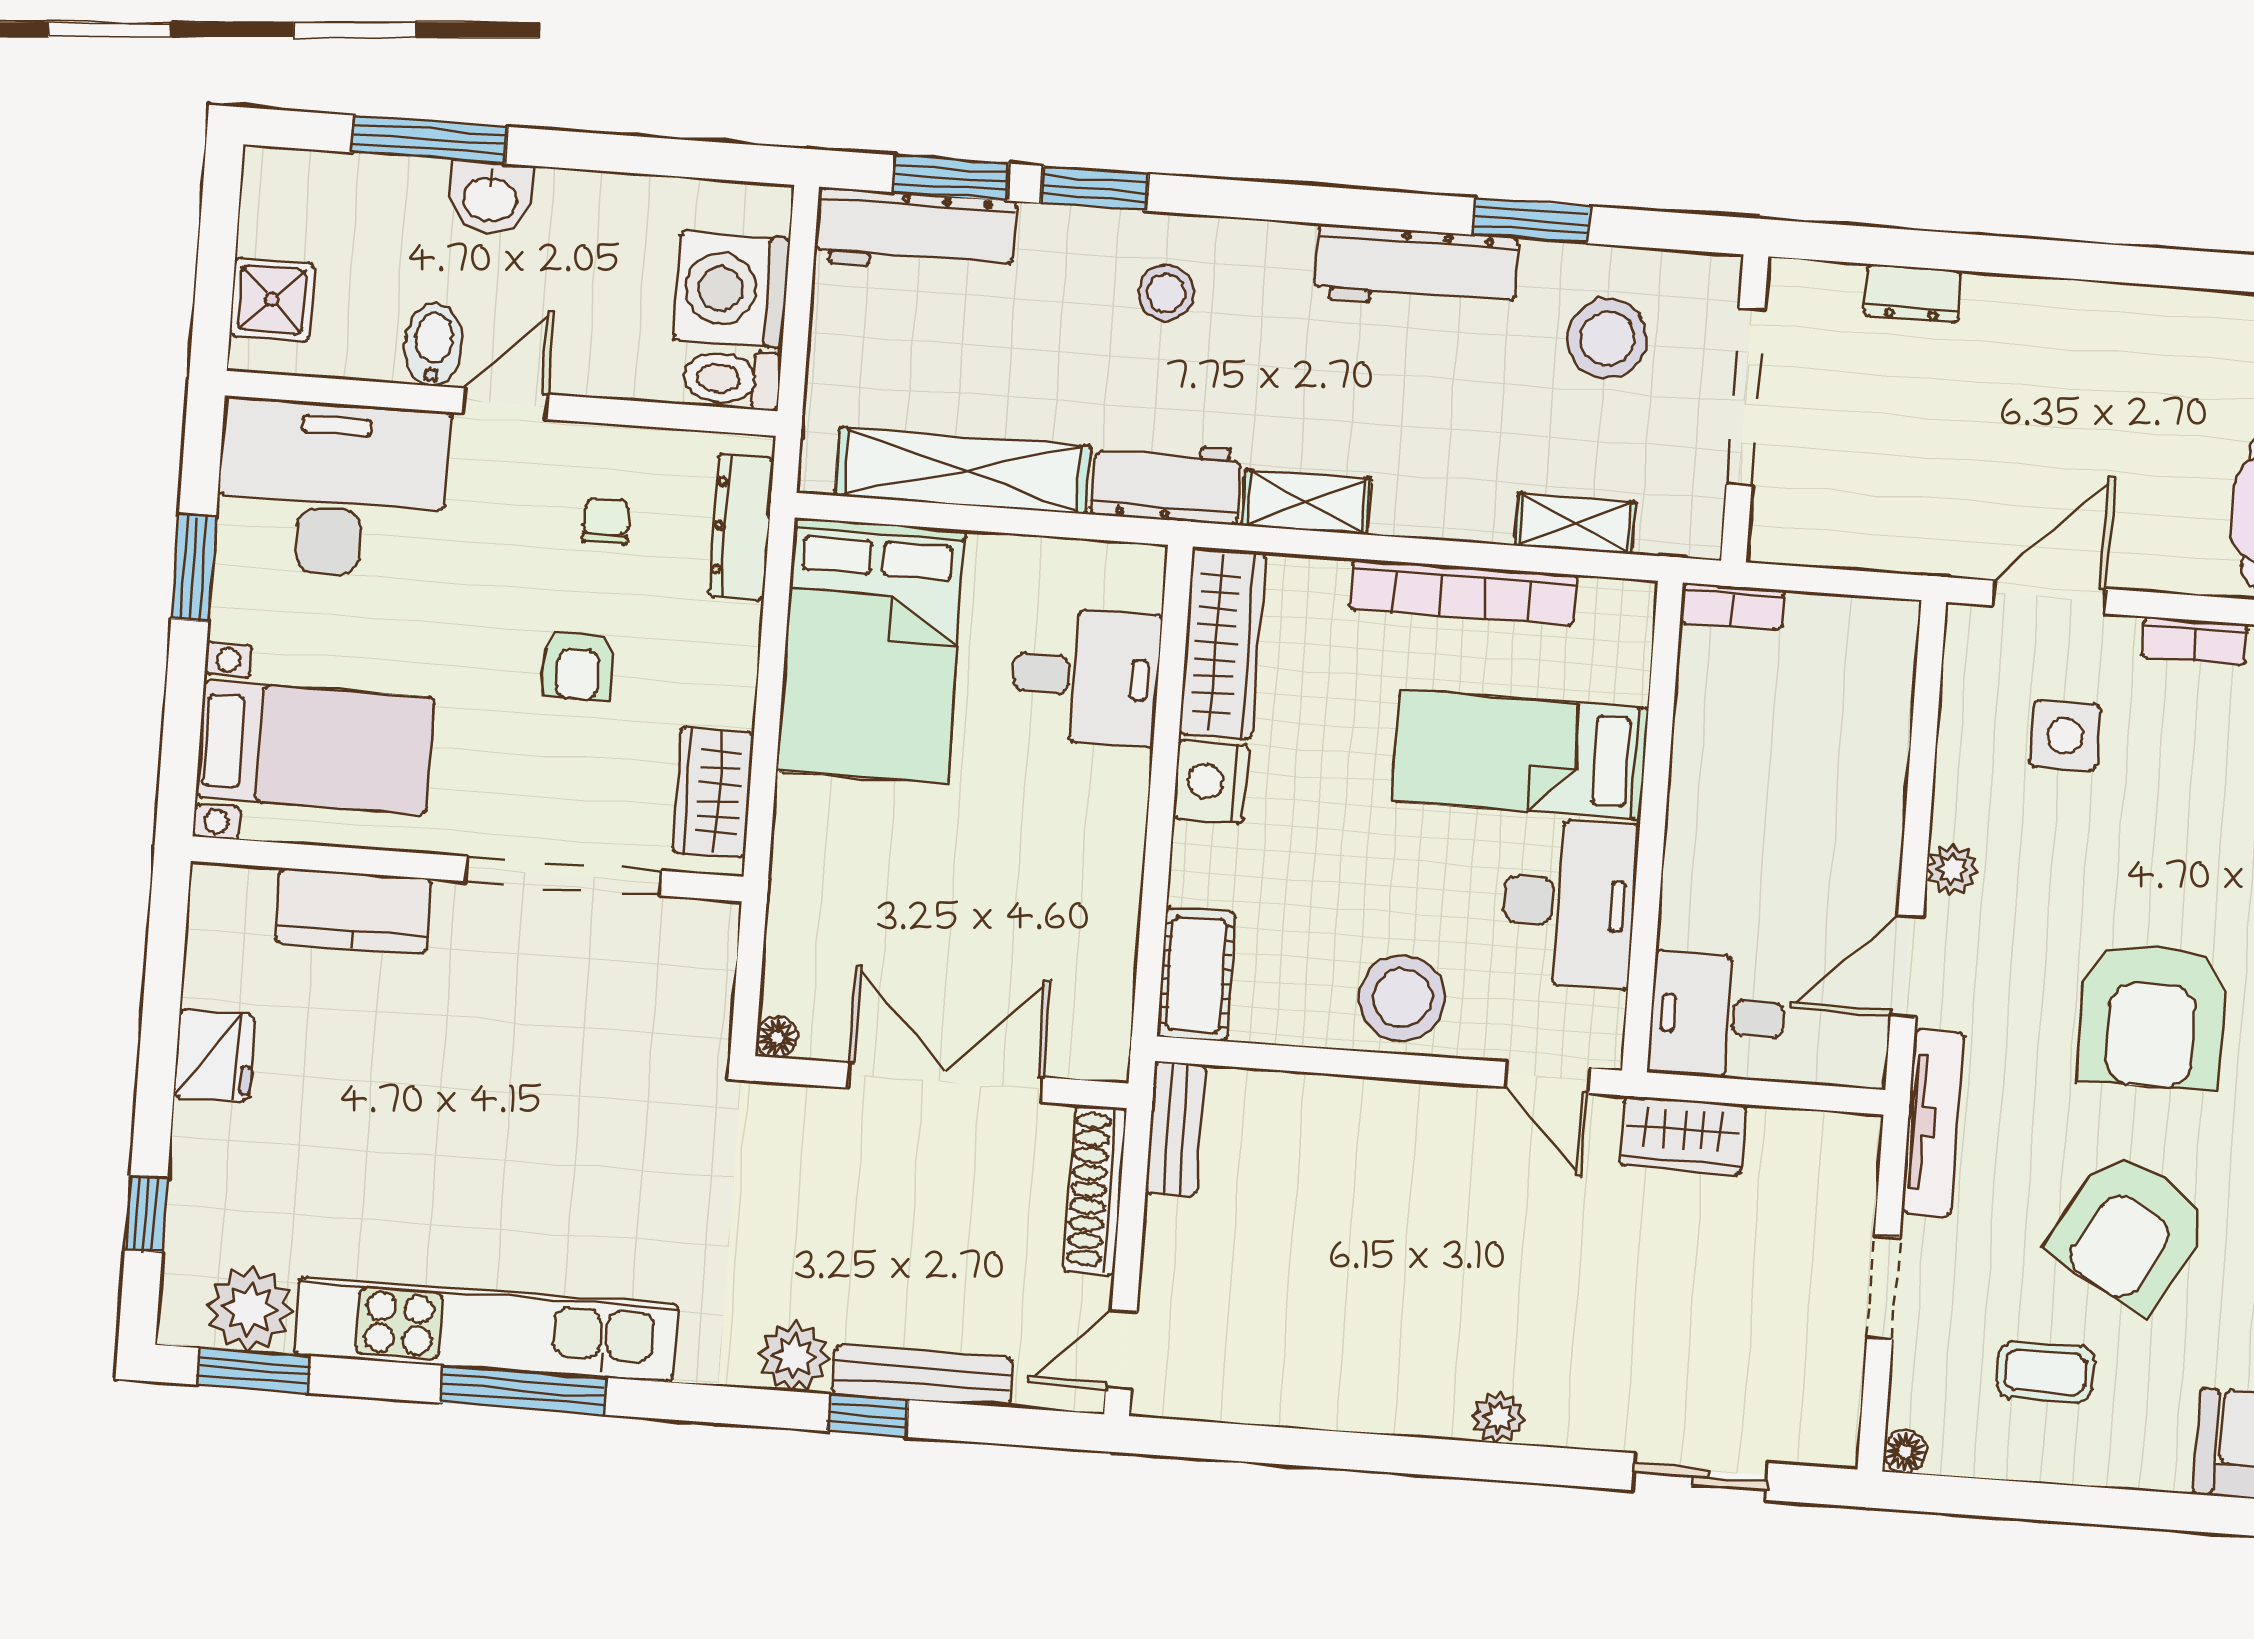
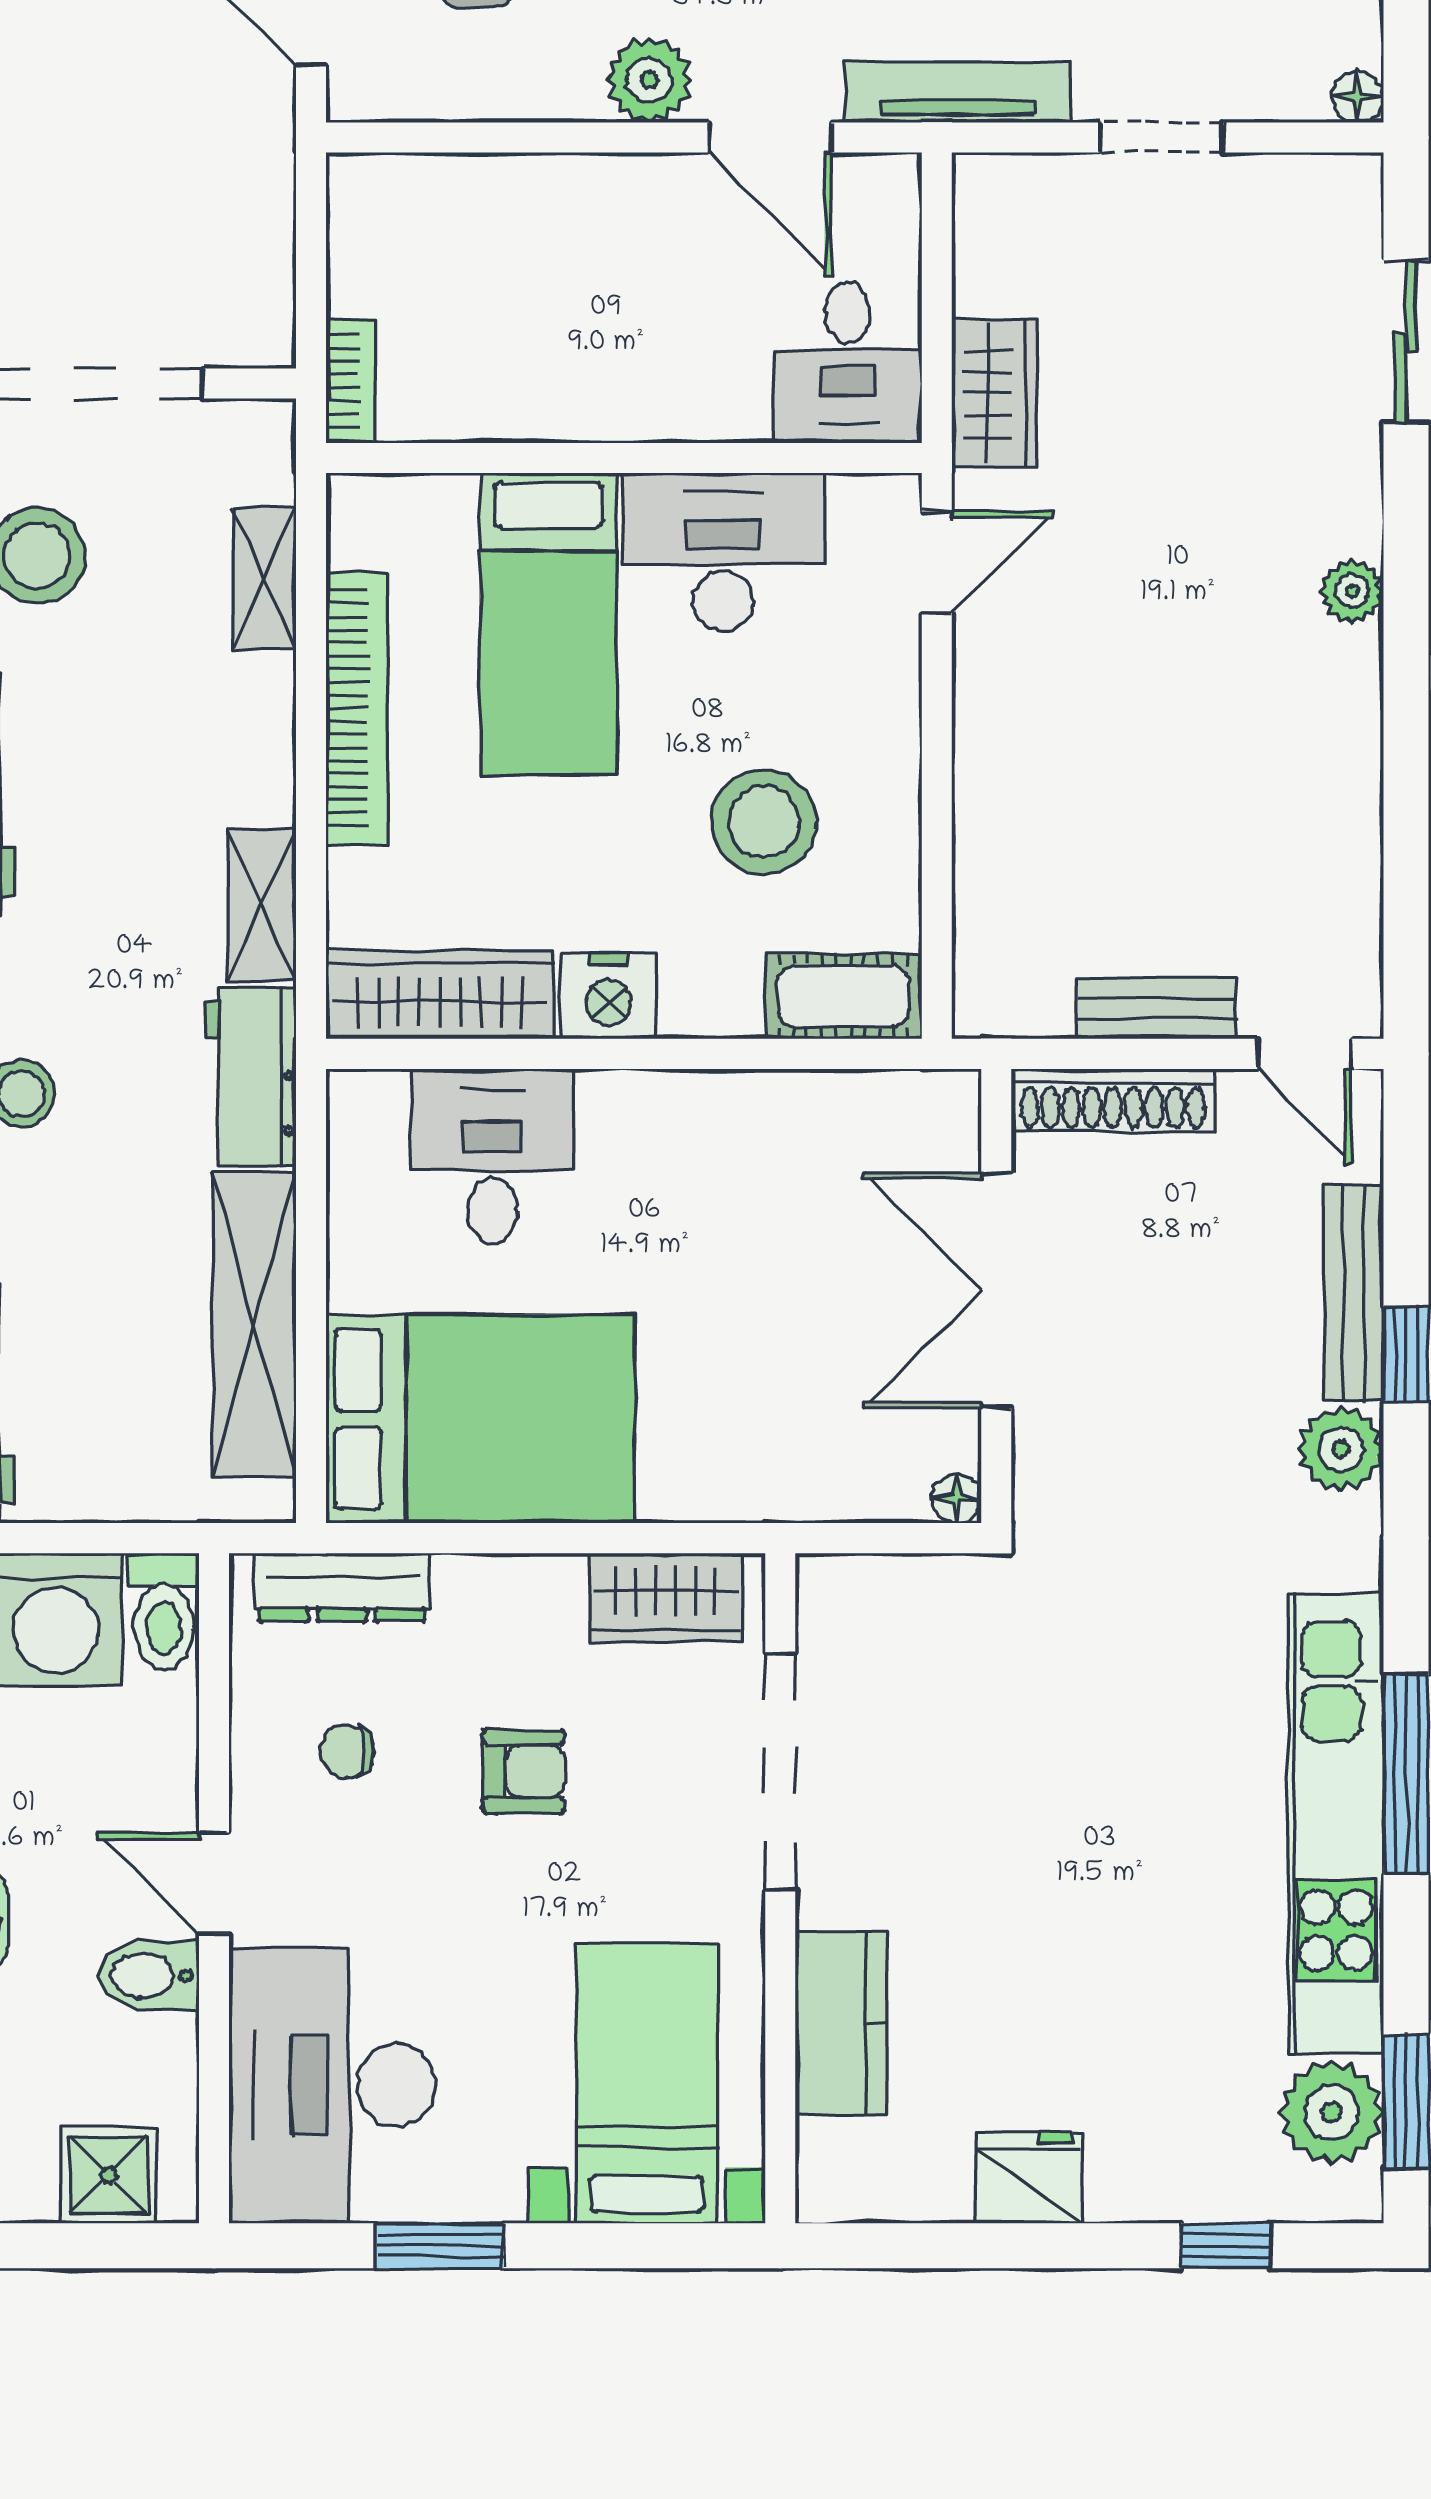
plant: (1952, 869) -> (649, 80), width x1.38, depth x1.38
stool: (1402, 998) -> (764, 822), moved
bench: (1175, 1129) -> (1156, 1008), moved

